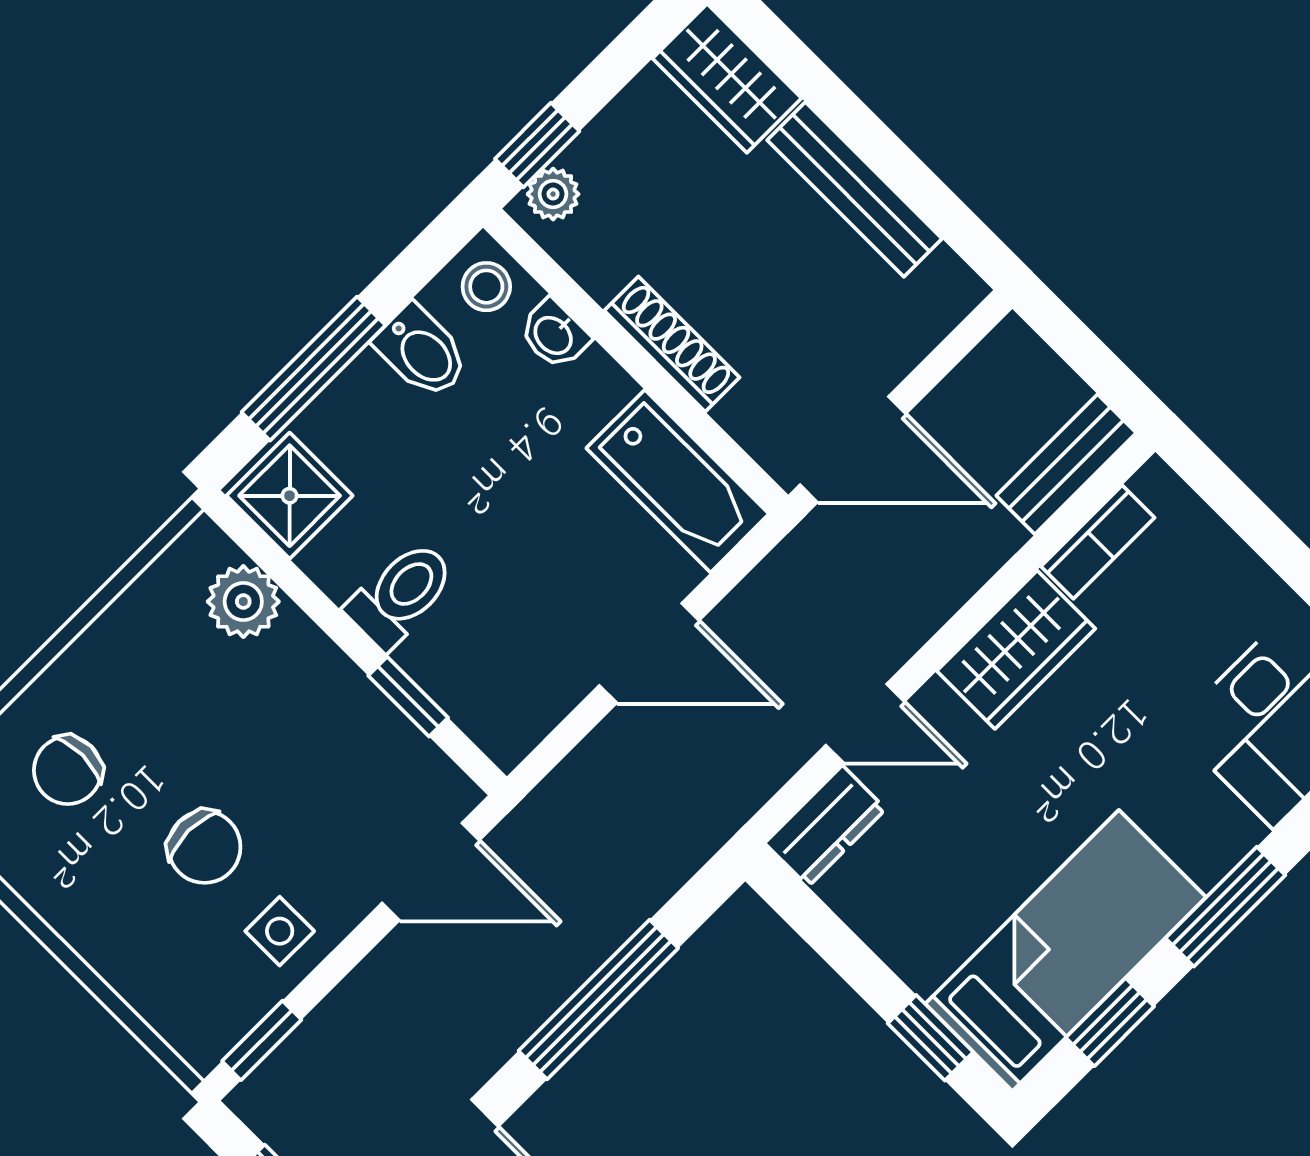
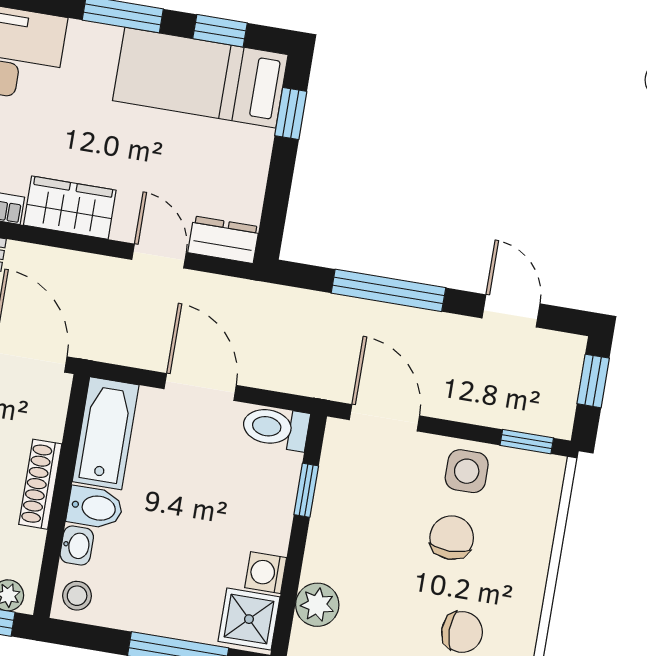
bidet: (422, 352) -> (95, 507), moved, turned 90
washing machine: (336, 563) -> (266, 573), added
toilet: (401, 595) -> (276, 428), moved
side table: (280, 931) -> (467, 471), width x1.37, depth x1.37

